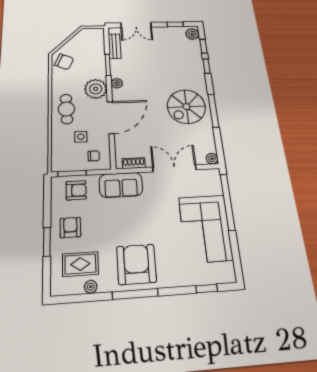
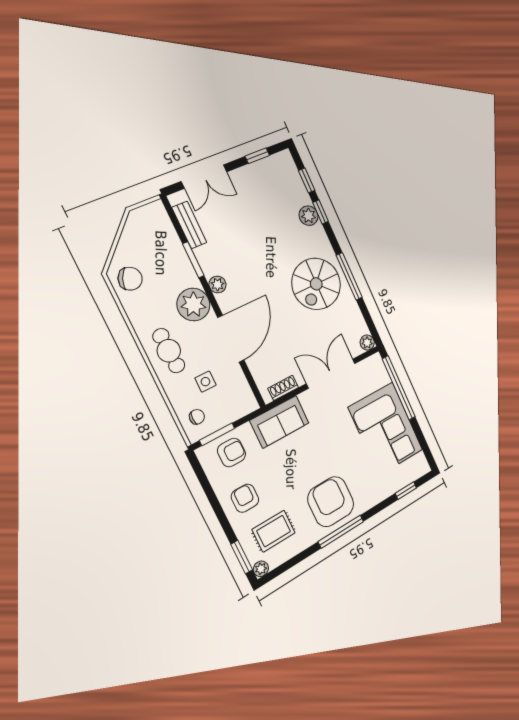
plant: (192, 34) -> (309, 216), moved
chair: (94, 156) -> (197, 417), moved
window: (47, 242) -> (242, 557), moved
plant: (91, 287) -> (261, 569), moved

